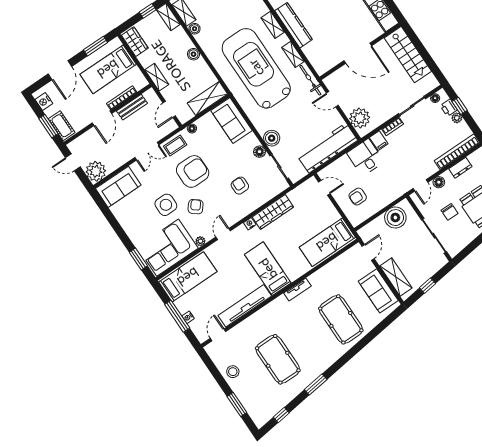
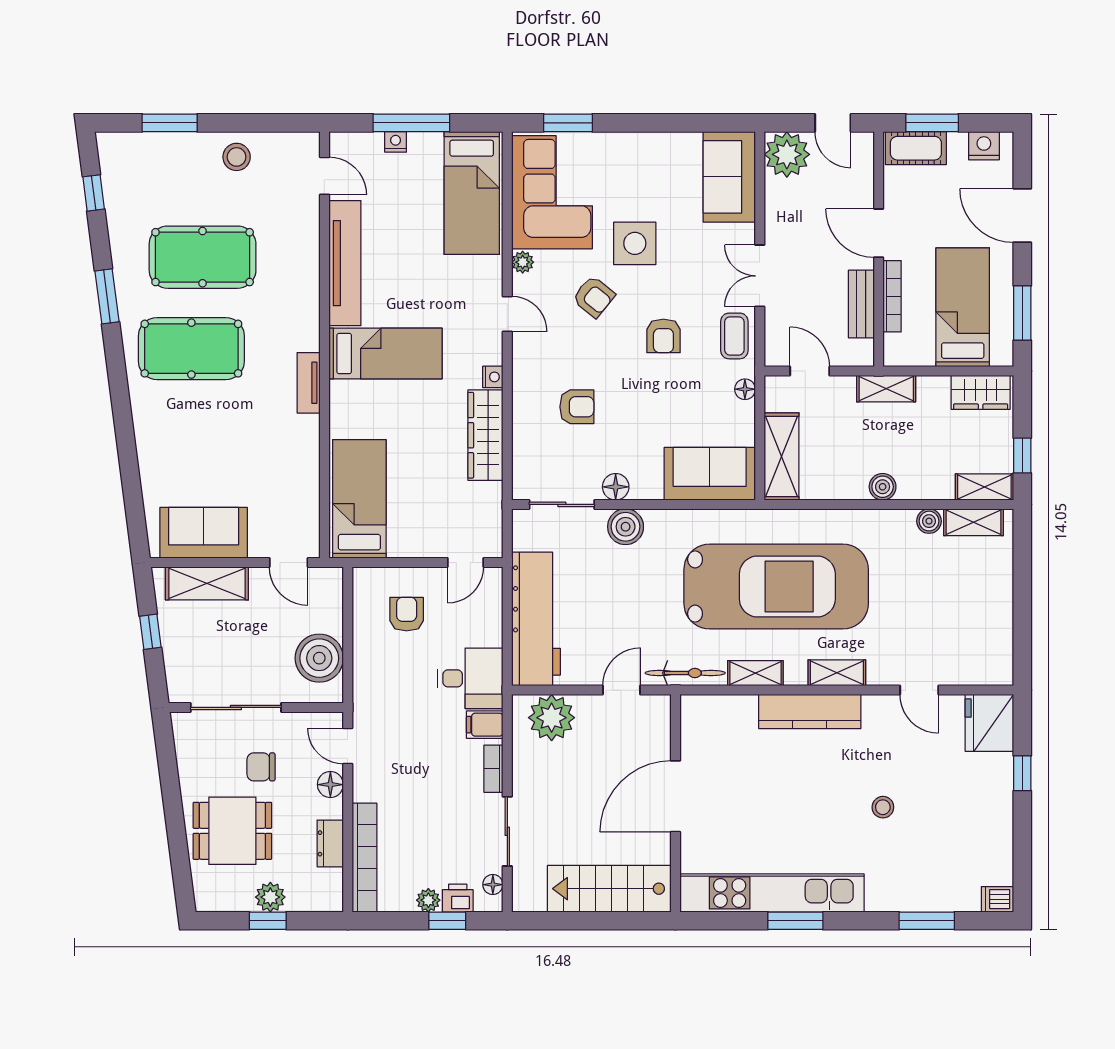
door: (73, 162) -> (833, 123), swing flipped
armchair: (193, 171) -> (663, 336), width x0.53, depth x0.53
pool table: (341, 319) -> (191, 349), moved

